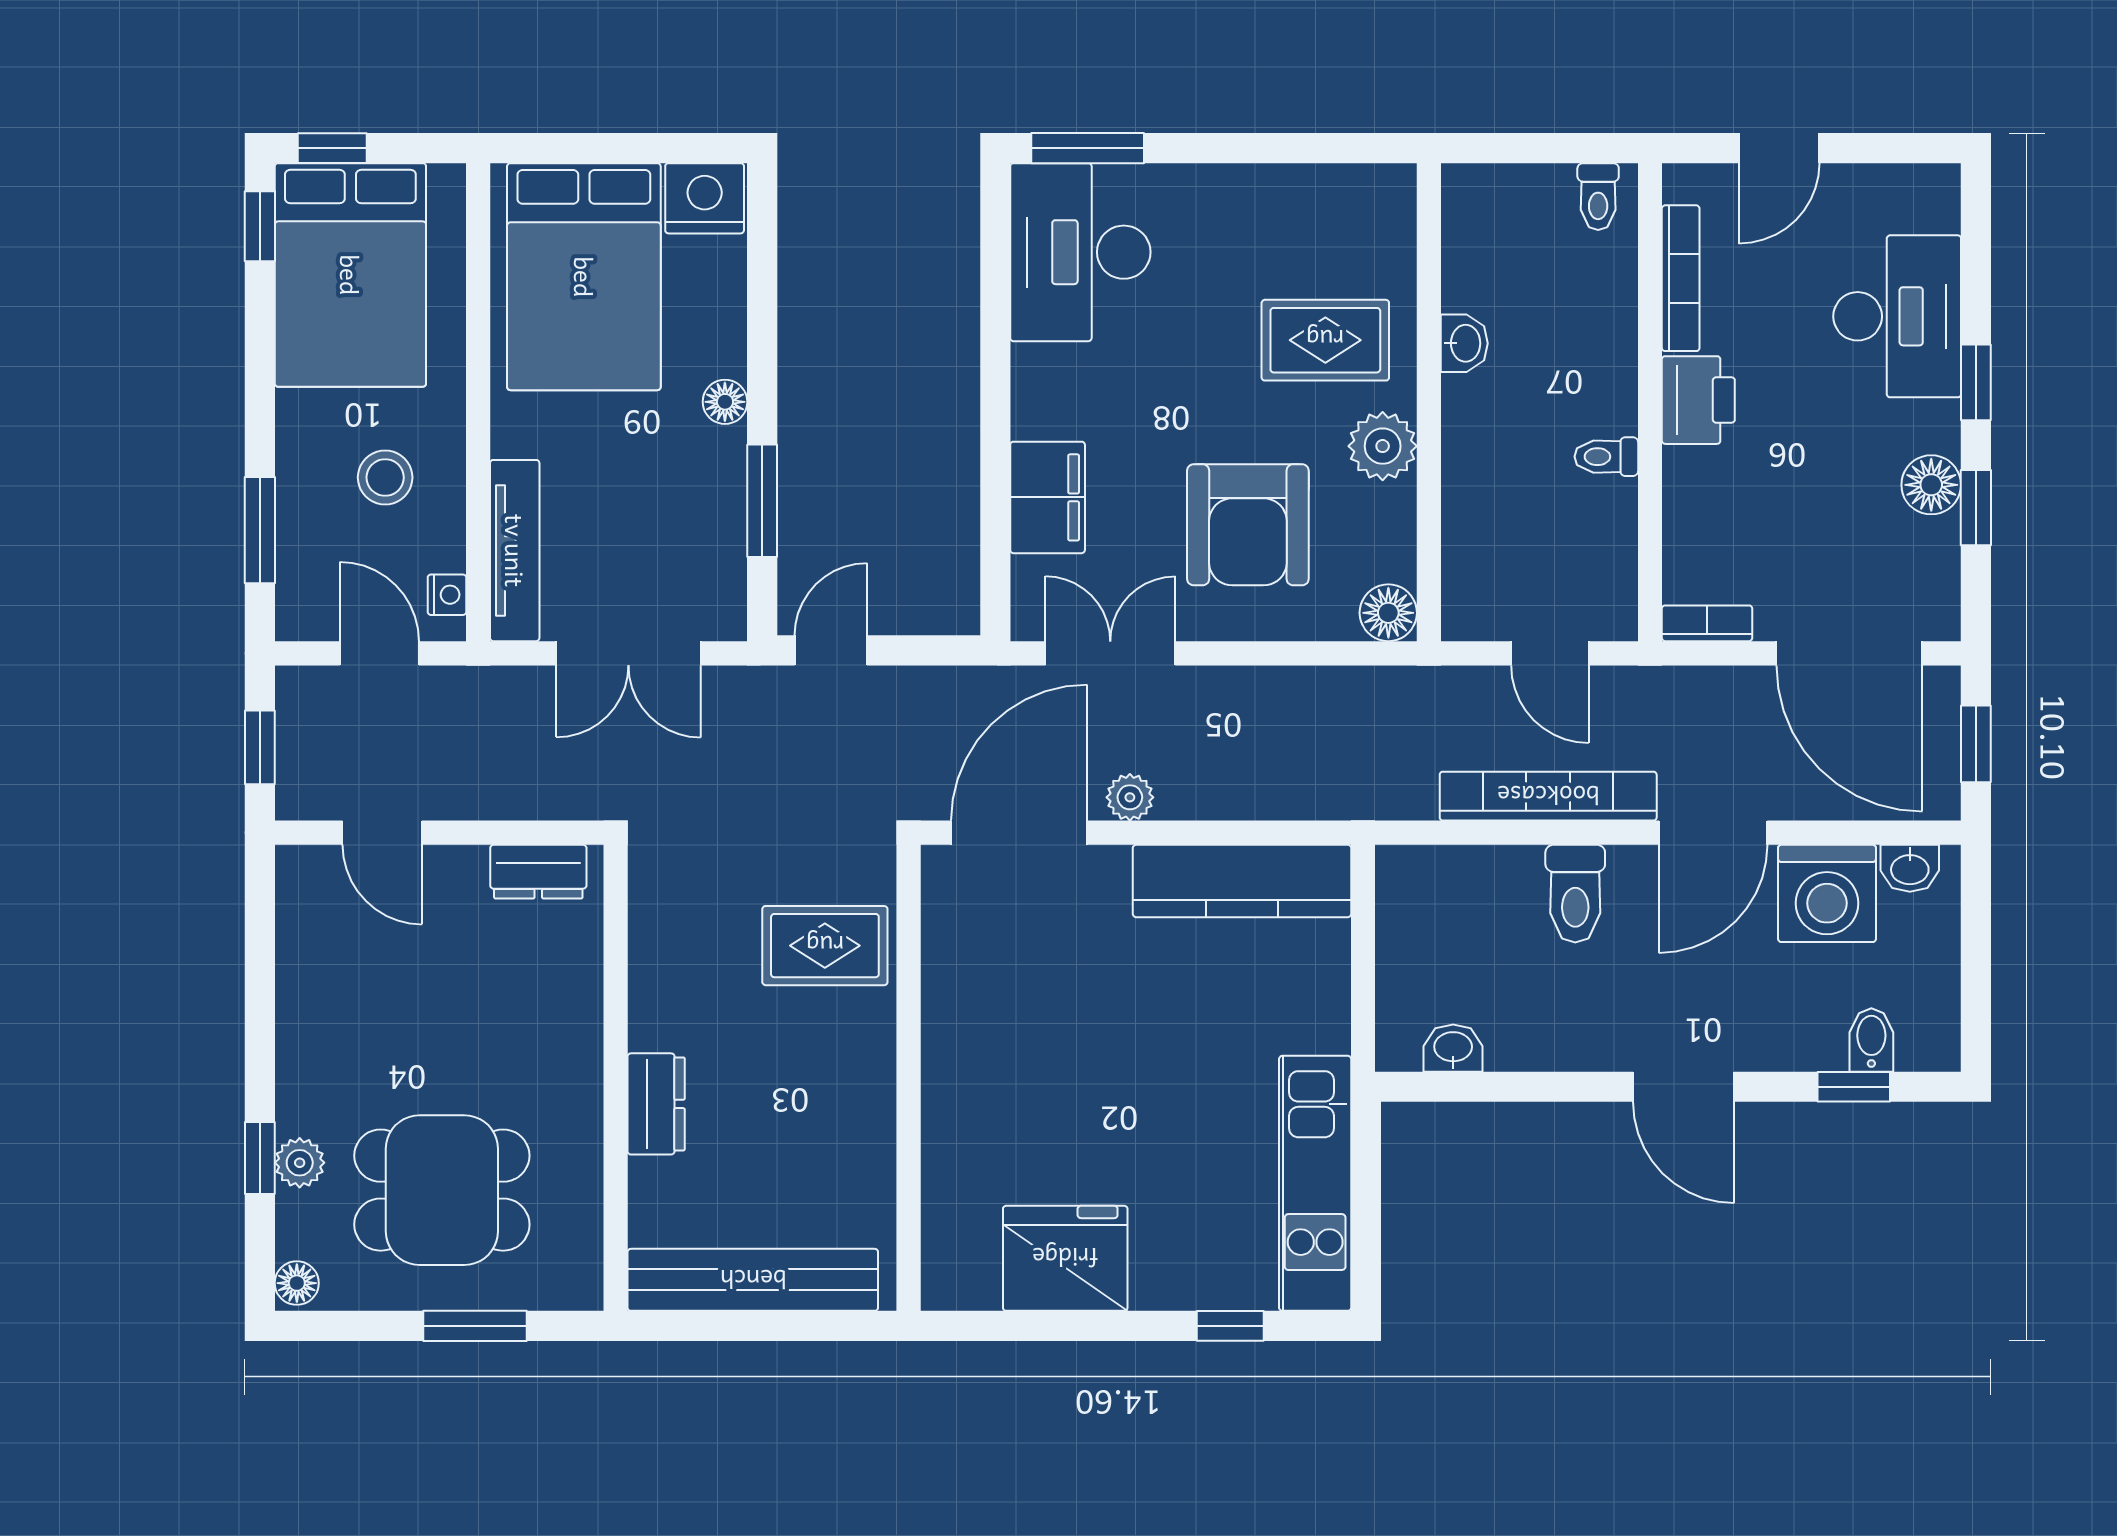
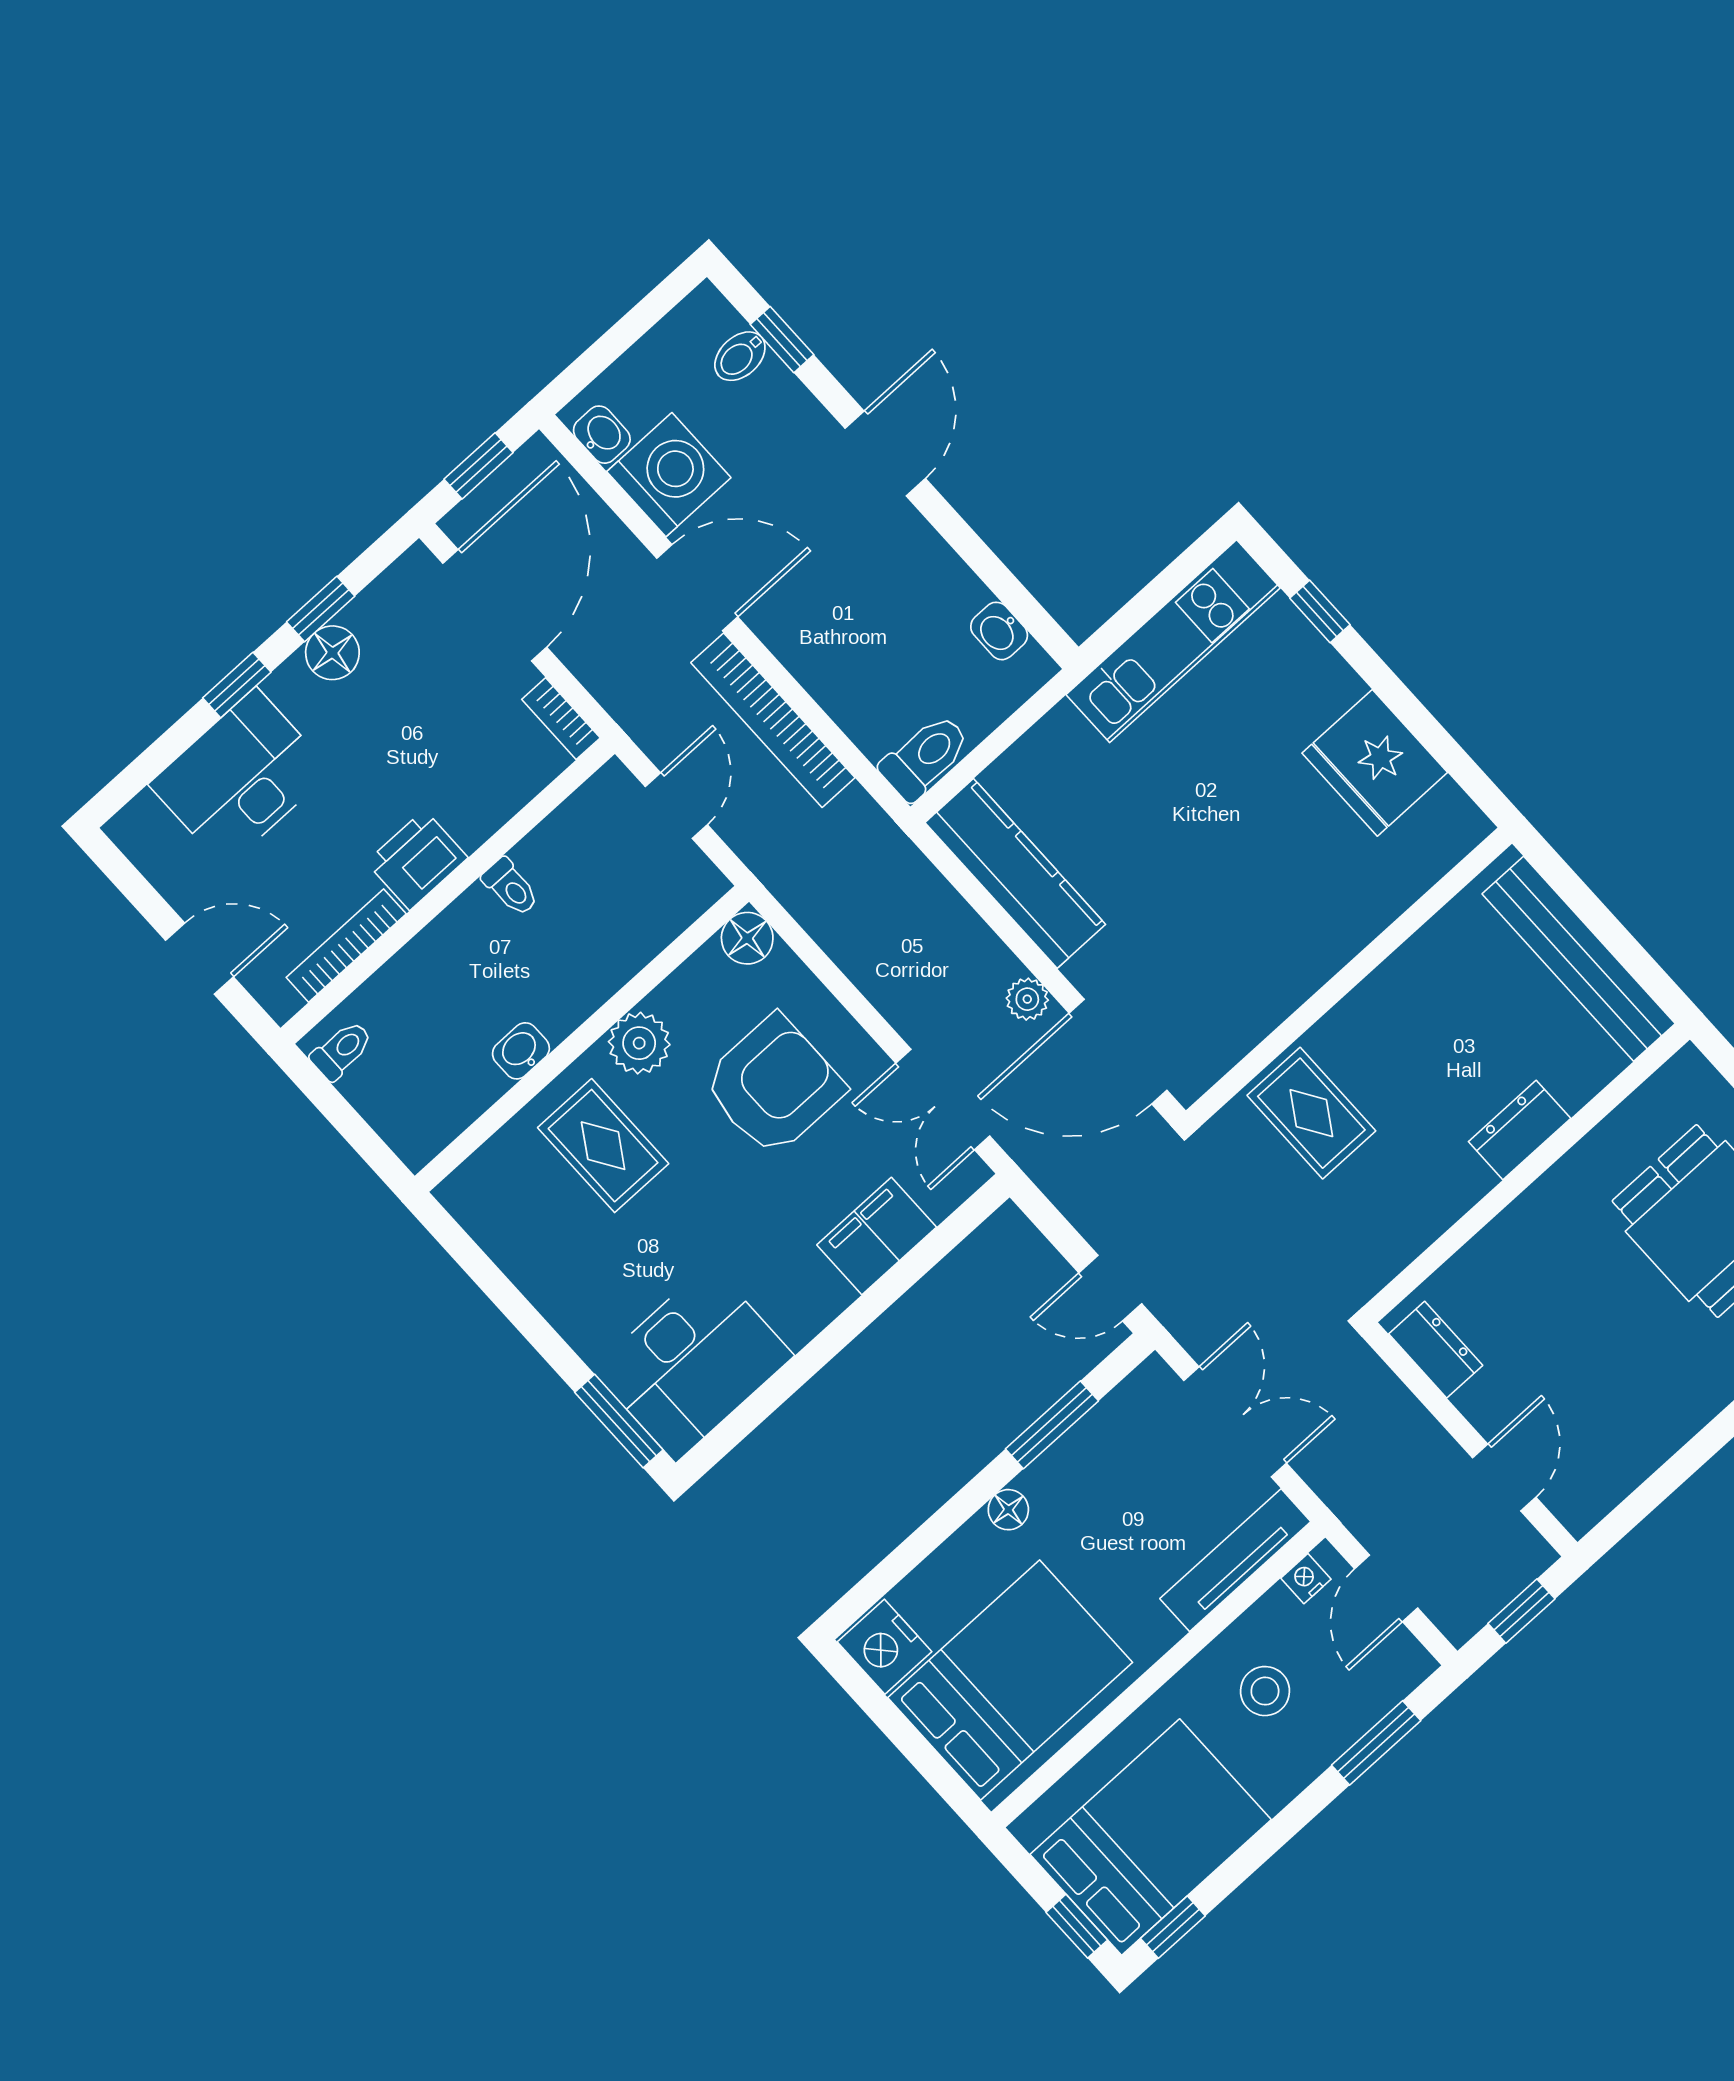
toilet: (1575, 894) -> (925, 757), moved

